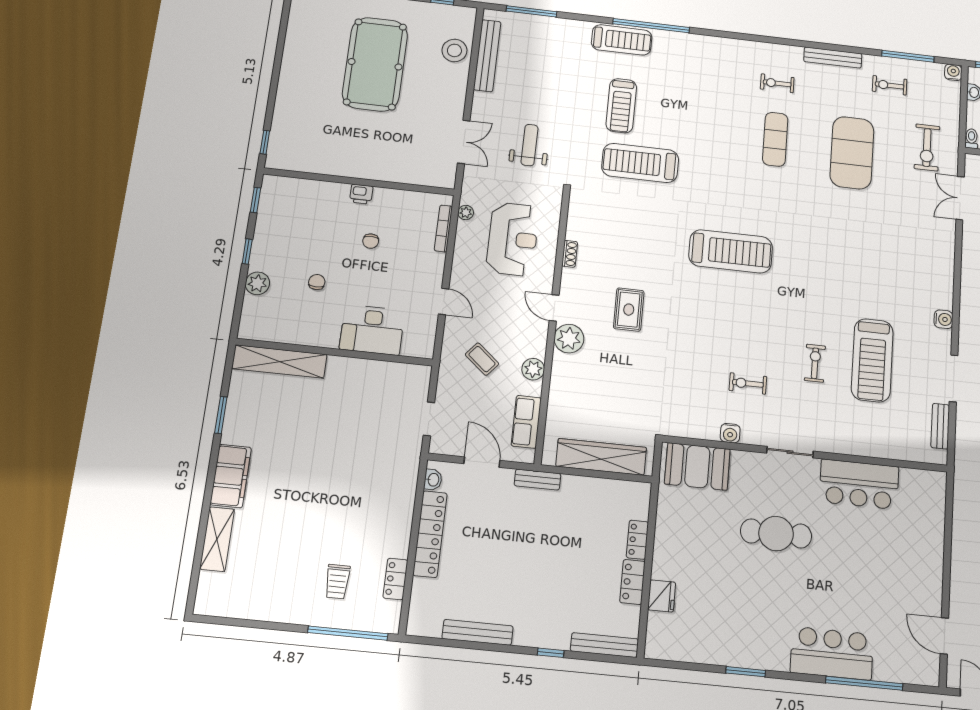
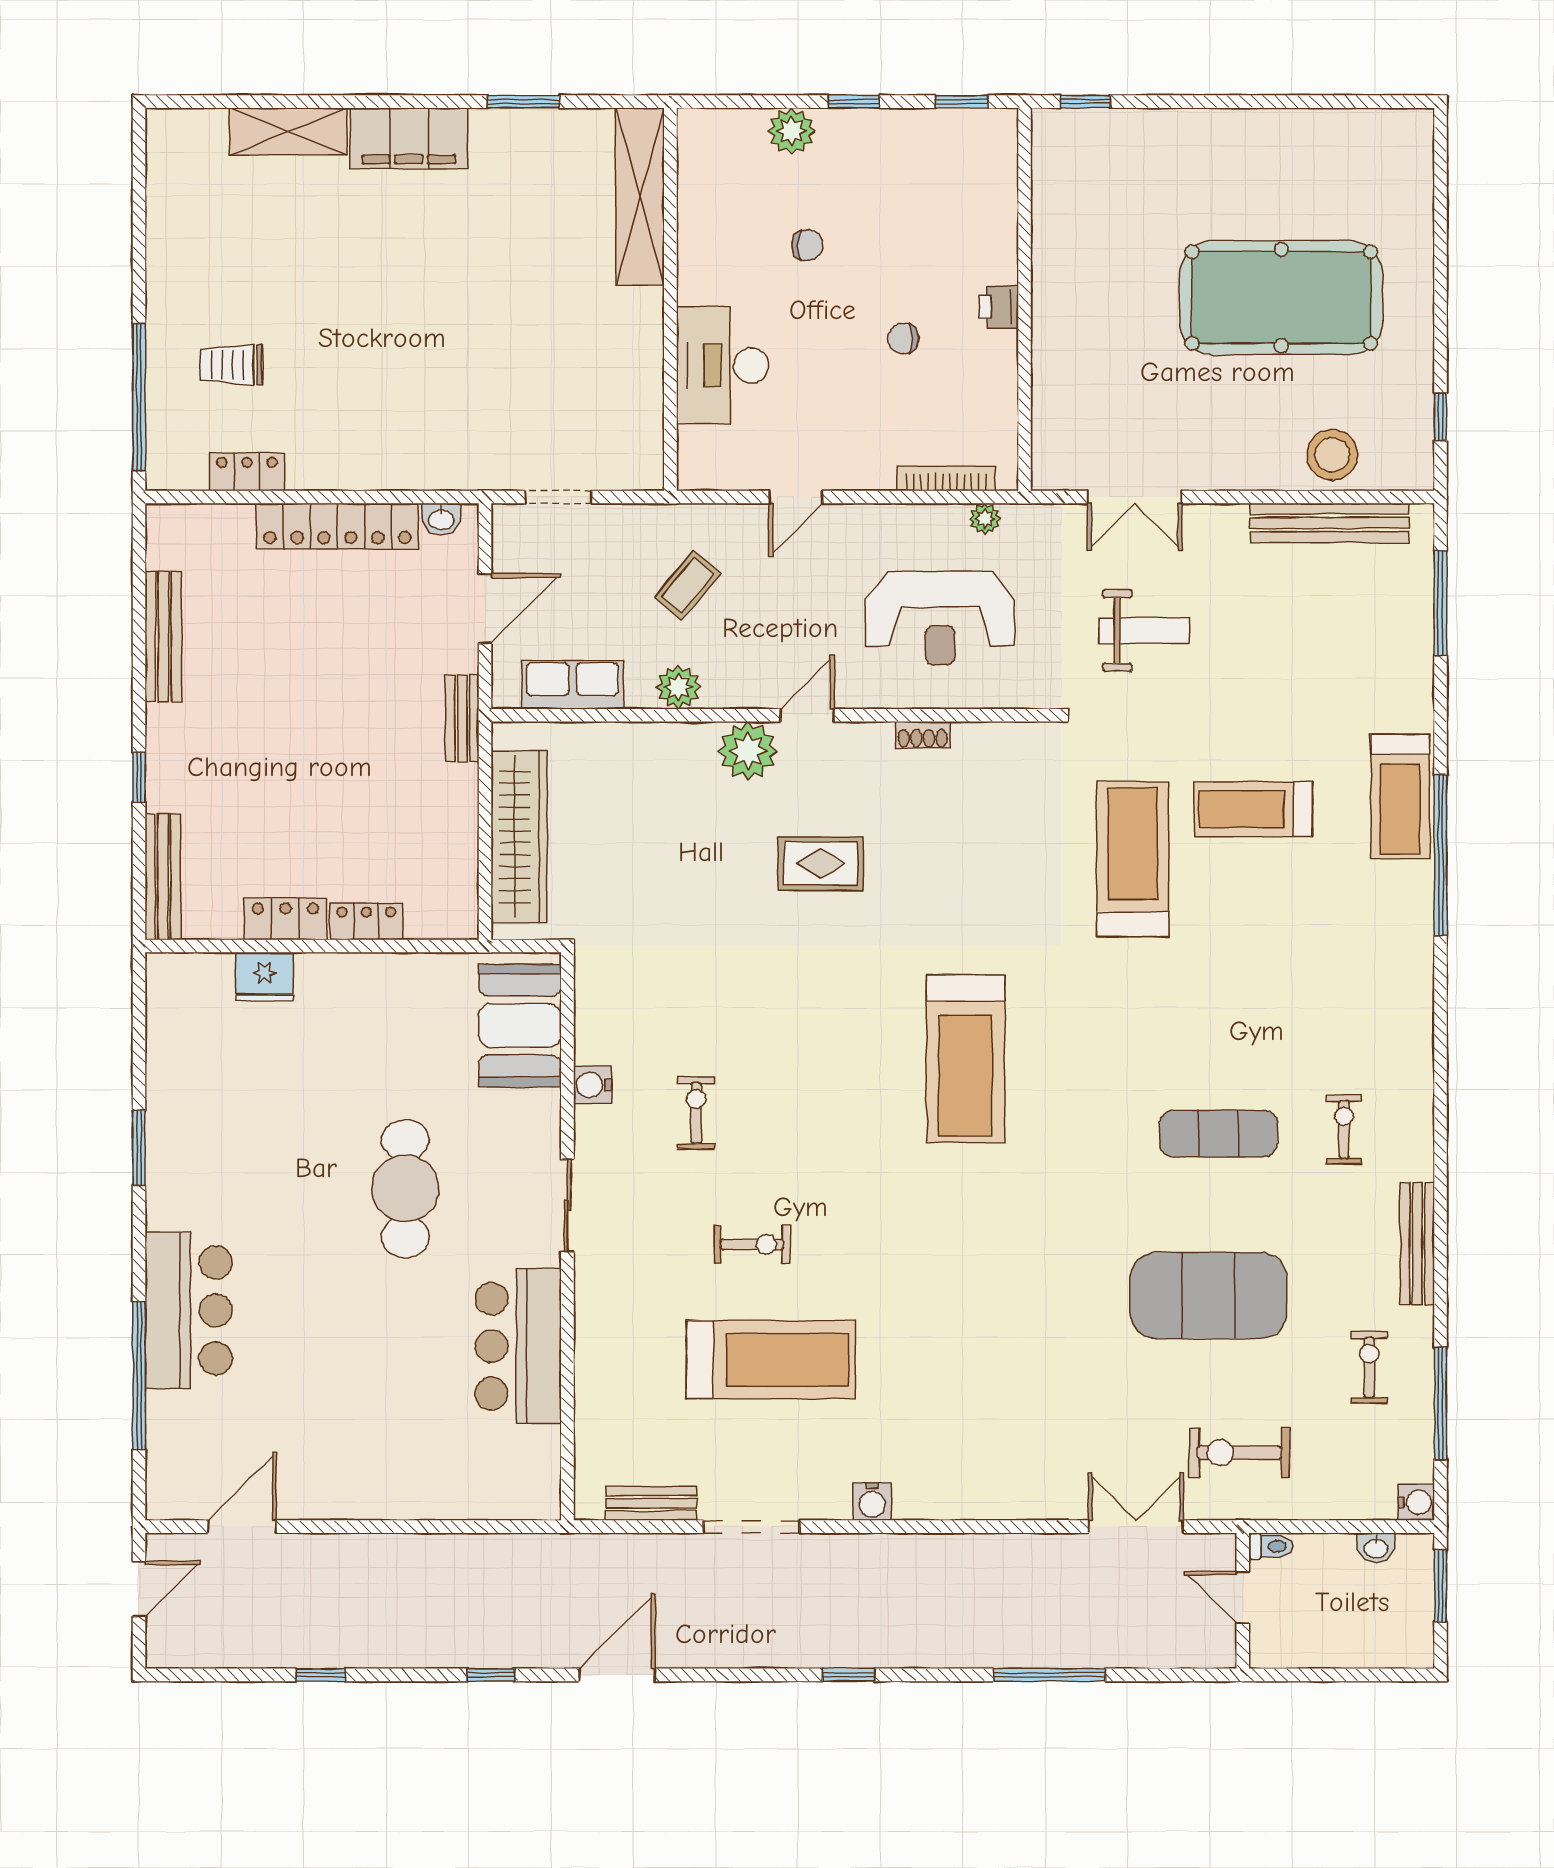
treadmill: (872, 360) -> (771, 1360), turned 180

